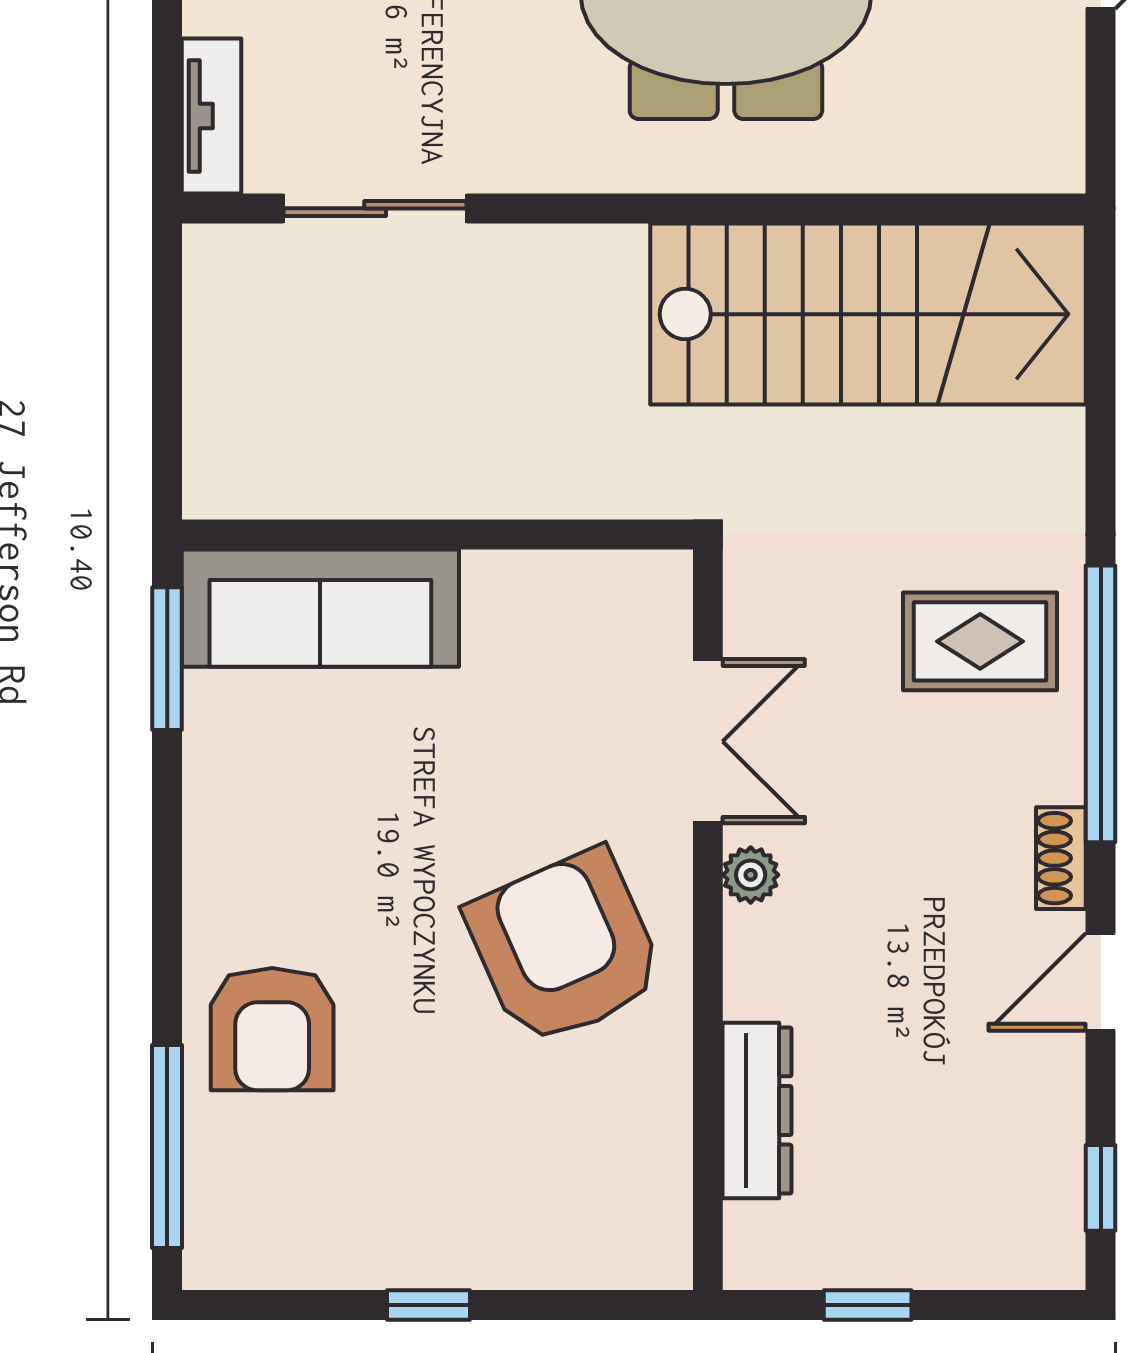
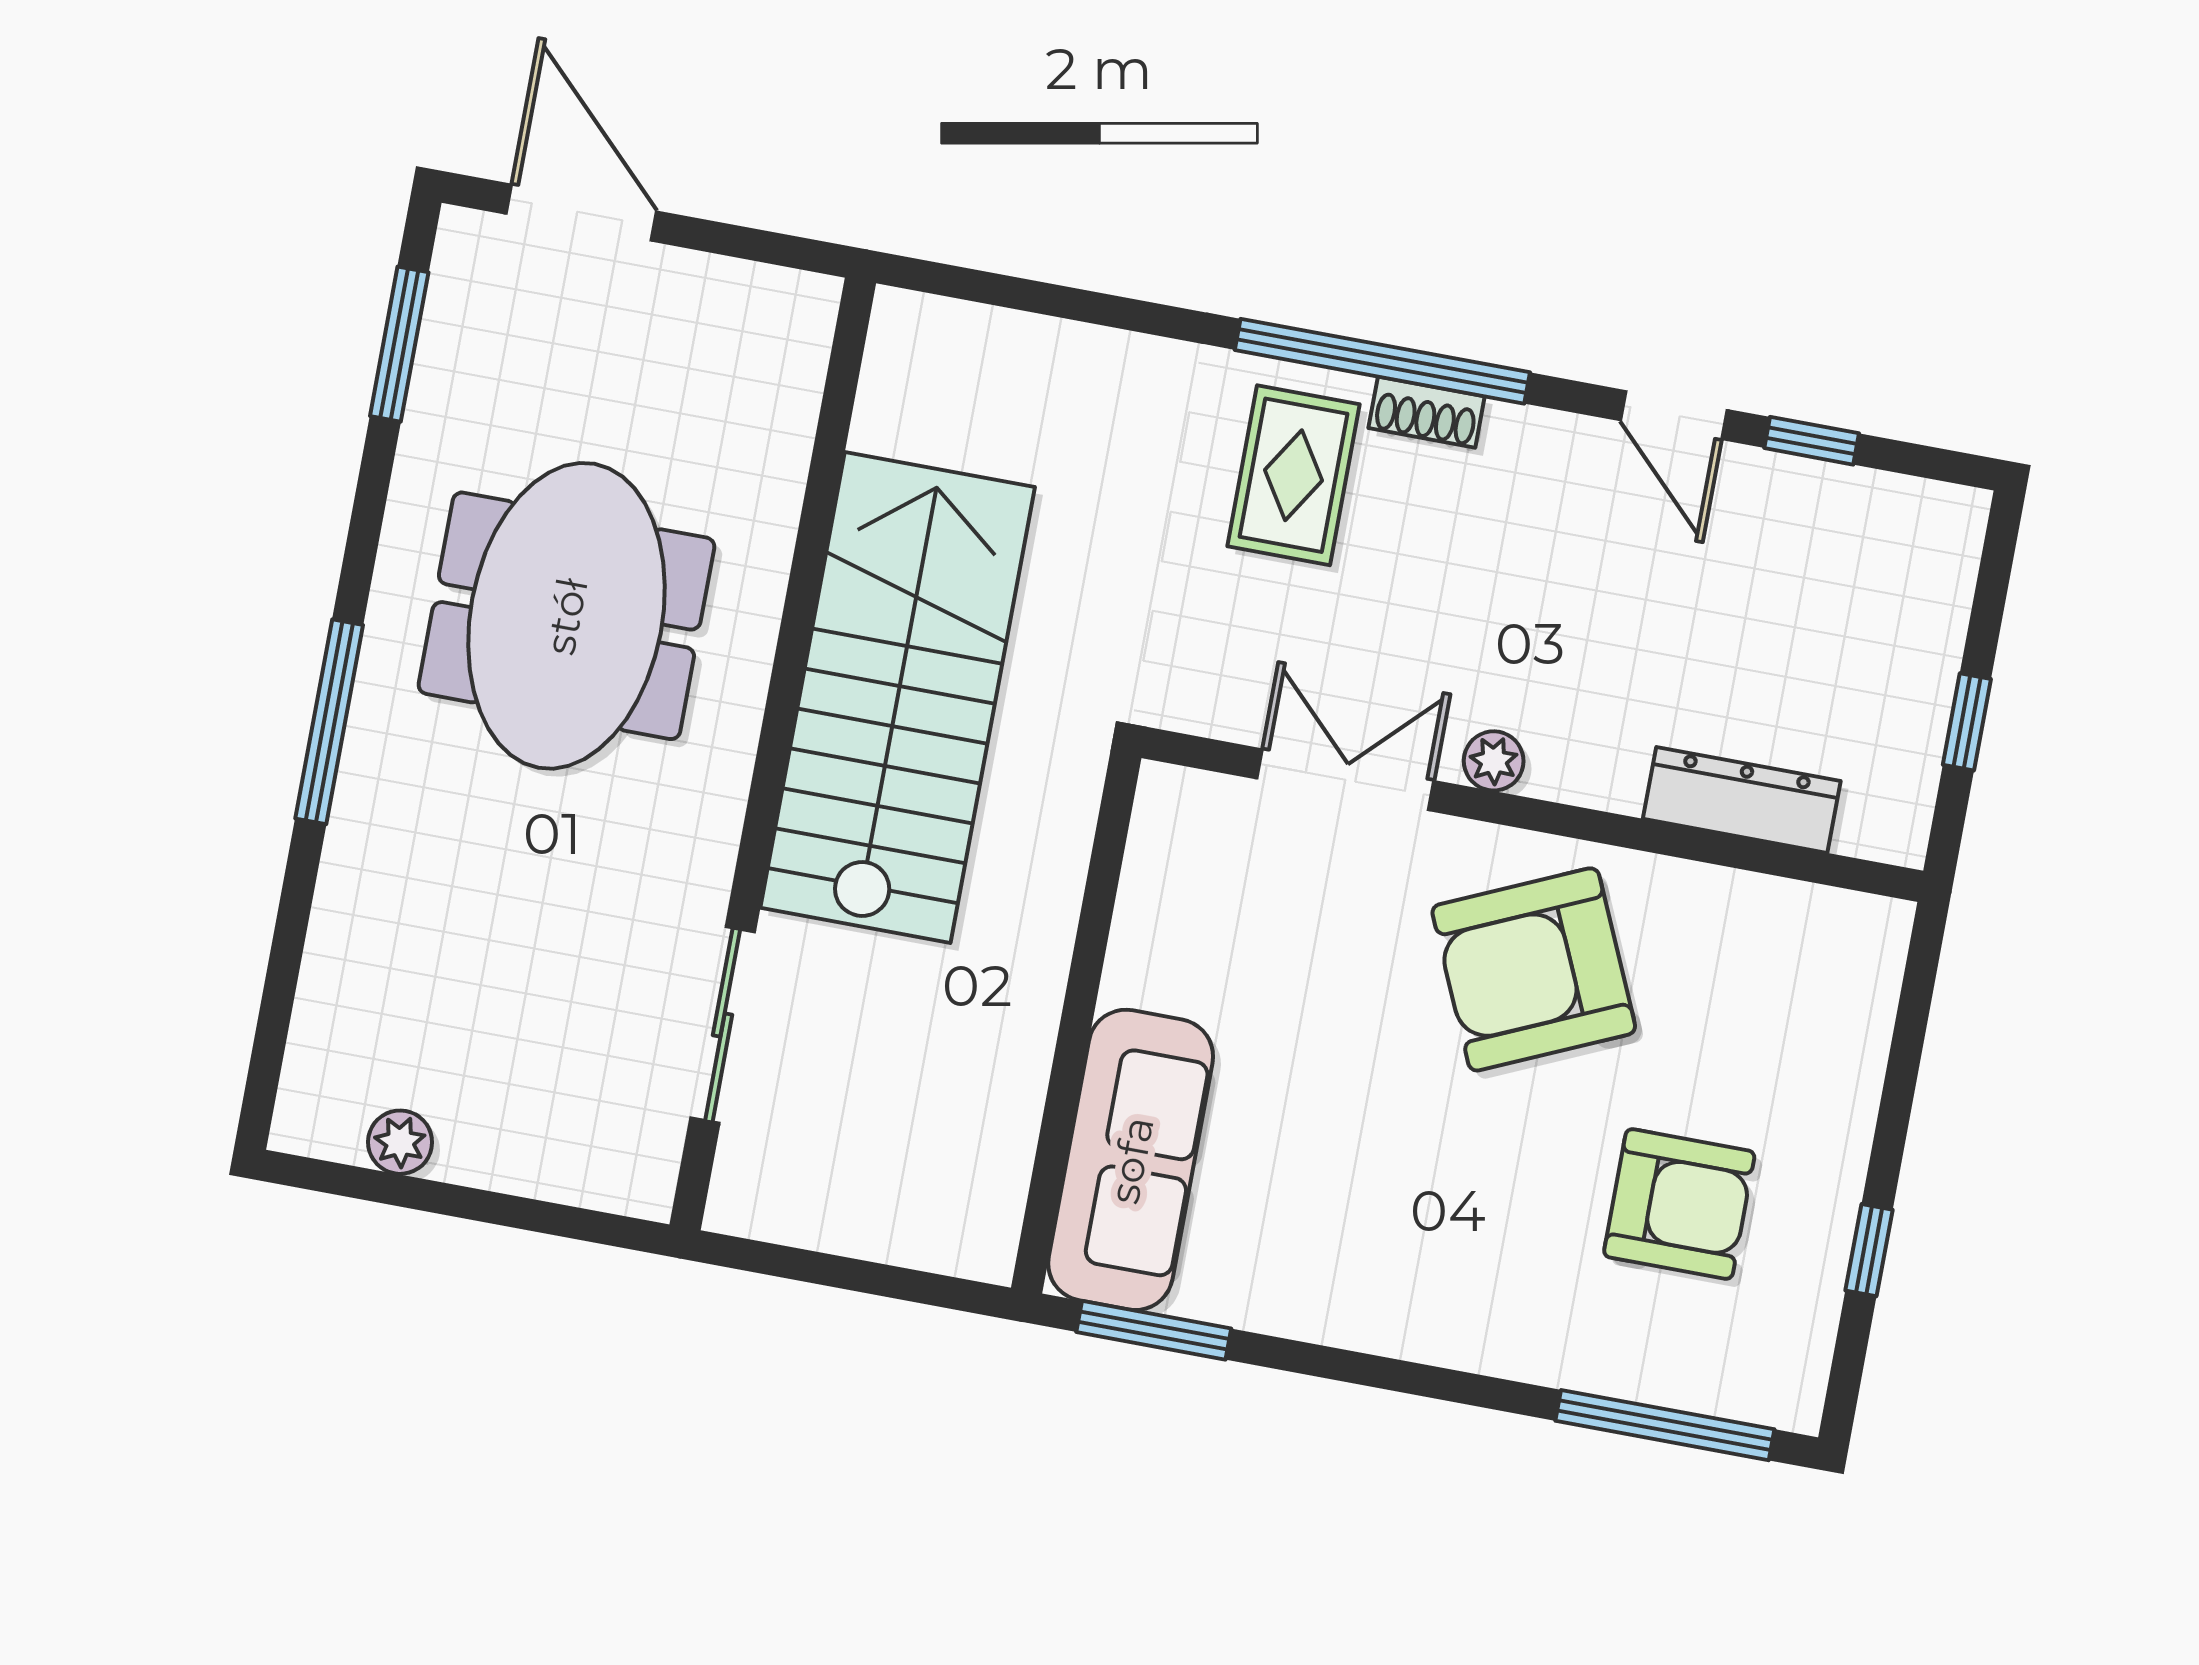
tv unit: (211, 116) -> (594, 1178), removed
stairs: (868, 314) -> (898, 697), moved
shoe rack: (1061, 858) -> (1427, 412), moved
armchair: (272, 1029) -> (1679, 1204), moved
window: (1101, 1188) -> (1812, 441), moved
window: (429, 1305) -> (1869, 1250), moved

